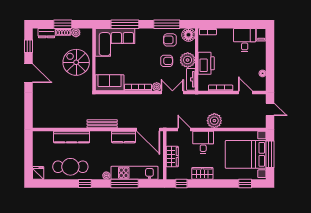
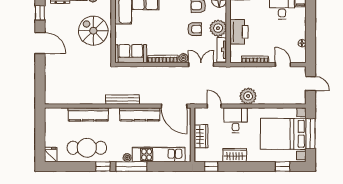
kitchen counter: (124, 137) -> (140, 114), width x1.50
window: (124, 183) -> (131, 166), moved

